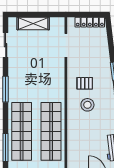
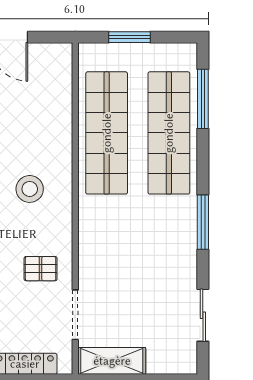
shelving: (33, 24) -> (112, 361), moved
pallet: (85, 83) -> (41, 269), moved

